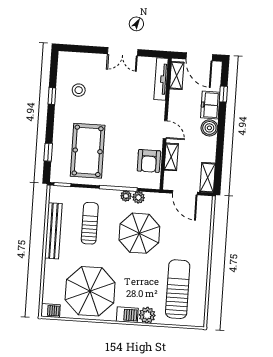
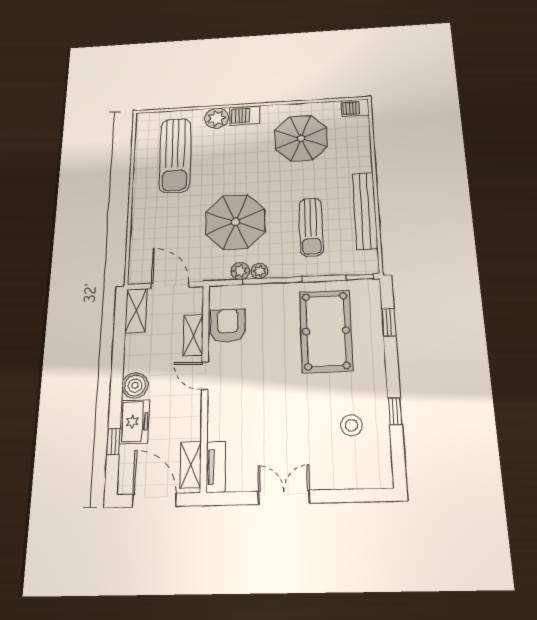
tv unit: (161, 79) -> (216, 467), width x0.71
parasol: (90, 291) -> (301, 138), width x0.73, depth x0.73

